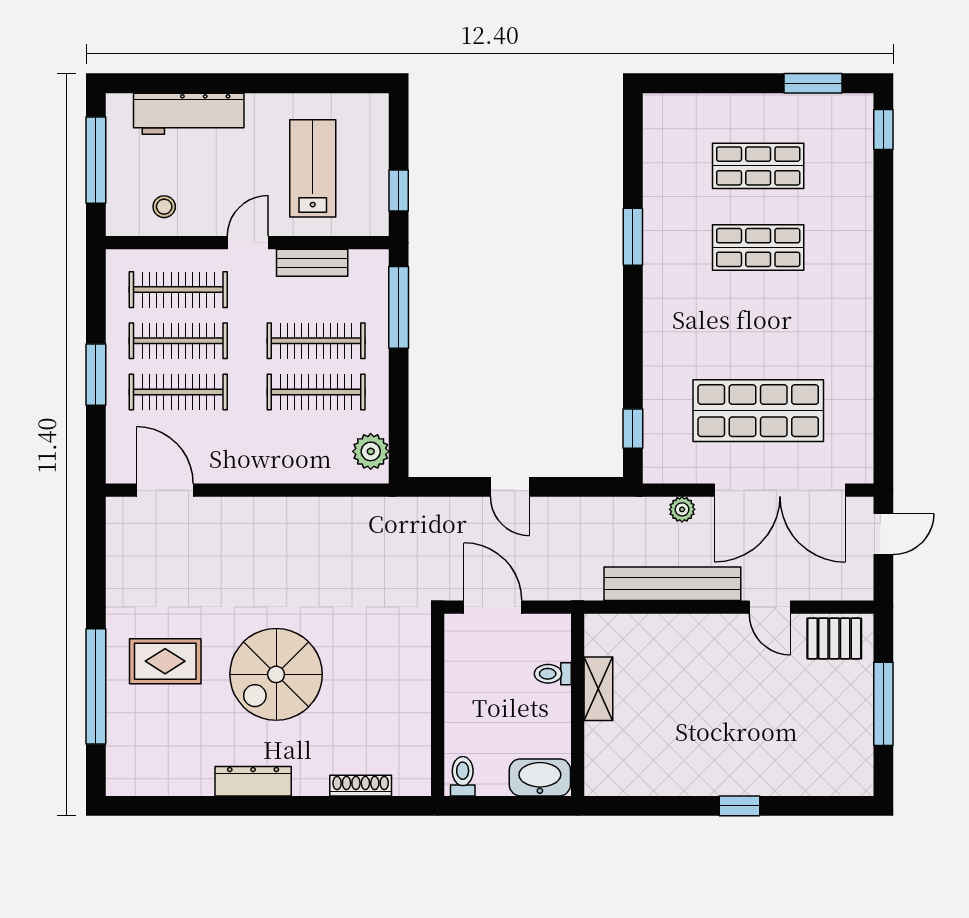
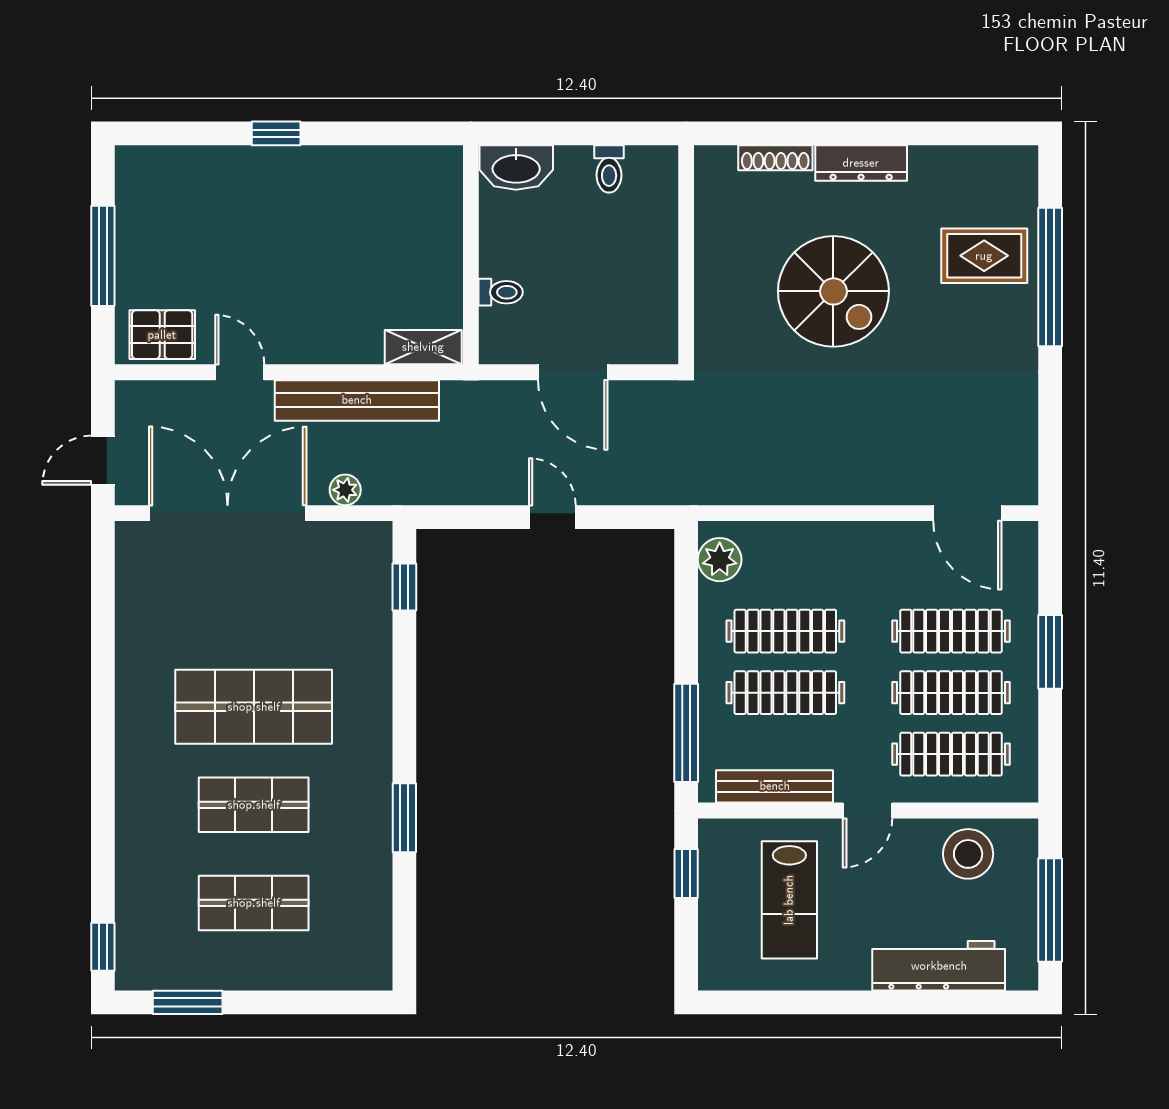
stool: (164, 207) -> (968, 854), width x1.89, depth x1.89
bench: (312, 263) -> (775, 786), width x1.36
shop shelf: (758, 411) -> (254, 707), moved
rug: (165, 661) -> (984, 256), moved
spiral stairs: (276, 674) -> (833, 291), turned 90
shelving: (598, 689) -> (423, 347), moved, turned 90
wall: (438, 705) -> (686, 255), moved
shoe rack: (361, 786) -> (775, 158), moved

